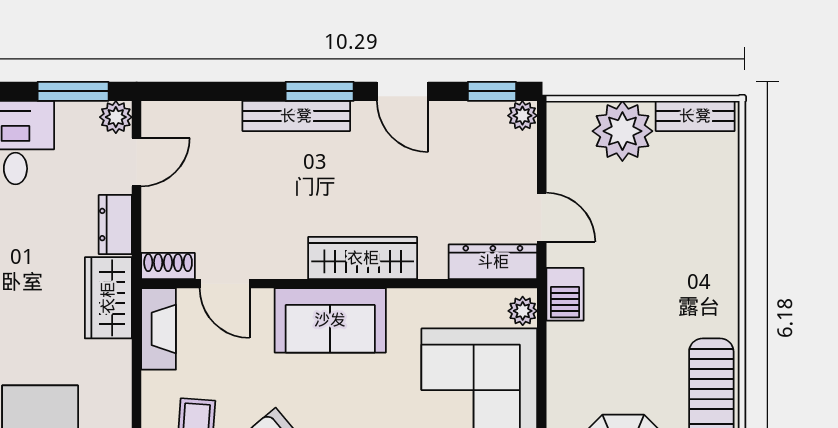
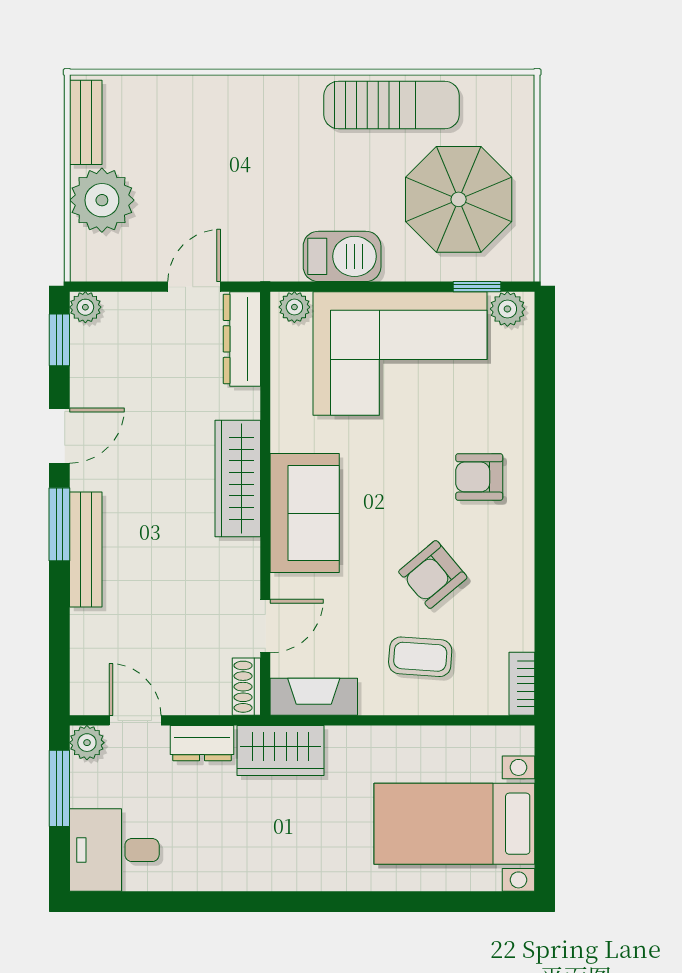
barbecue: (565, 294) -> (342, 256), moved, width x1.38, depth x1.27

